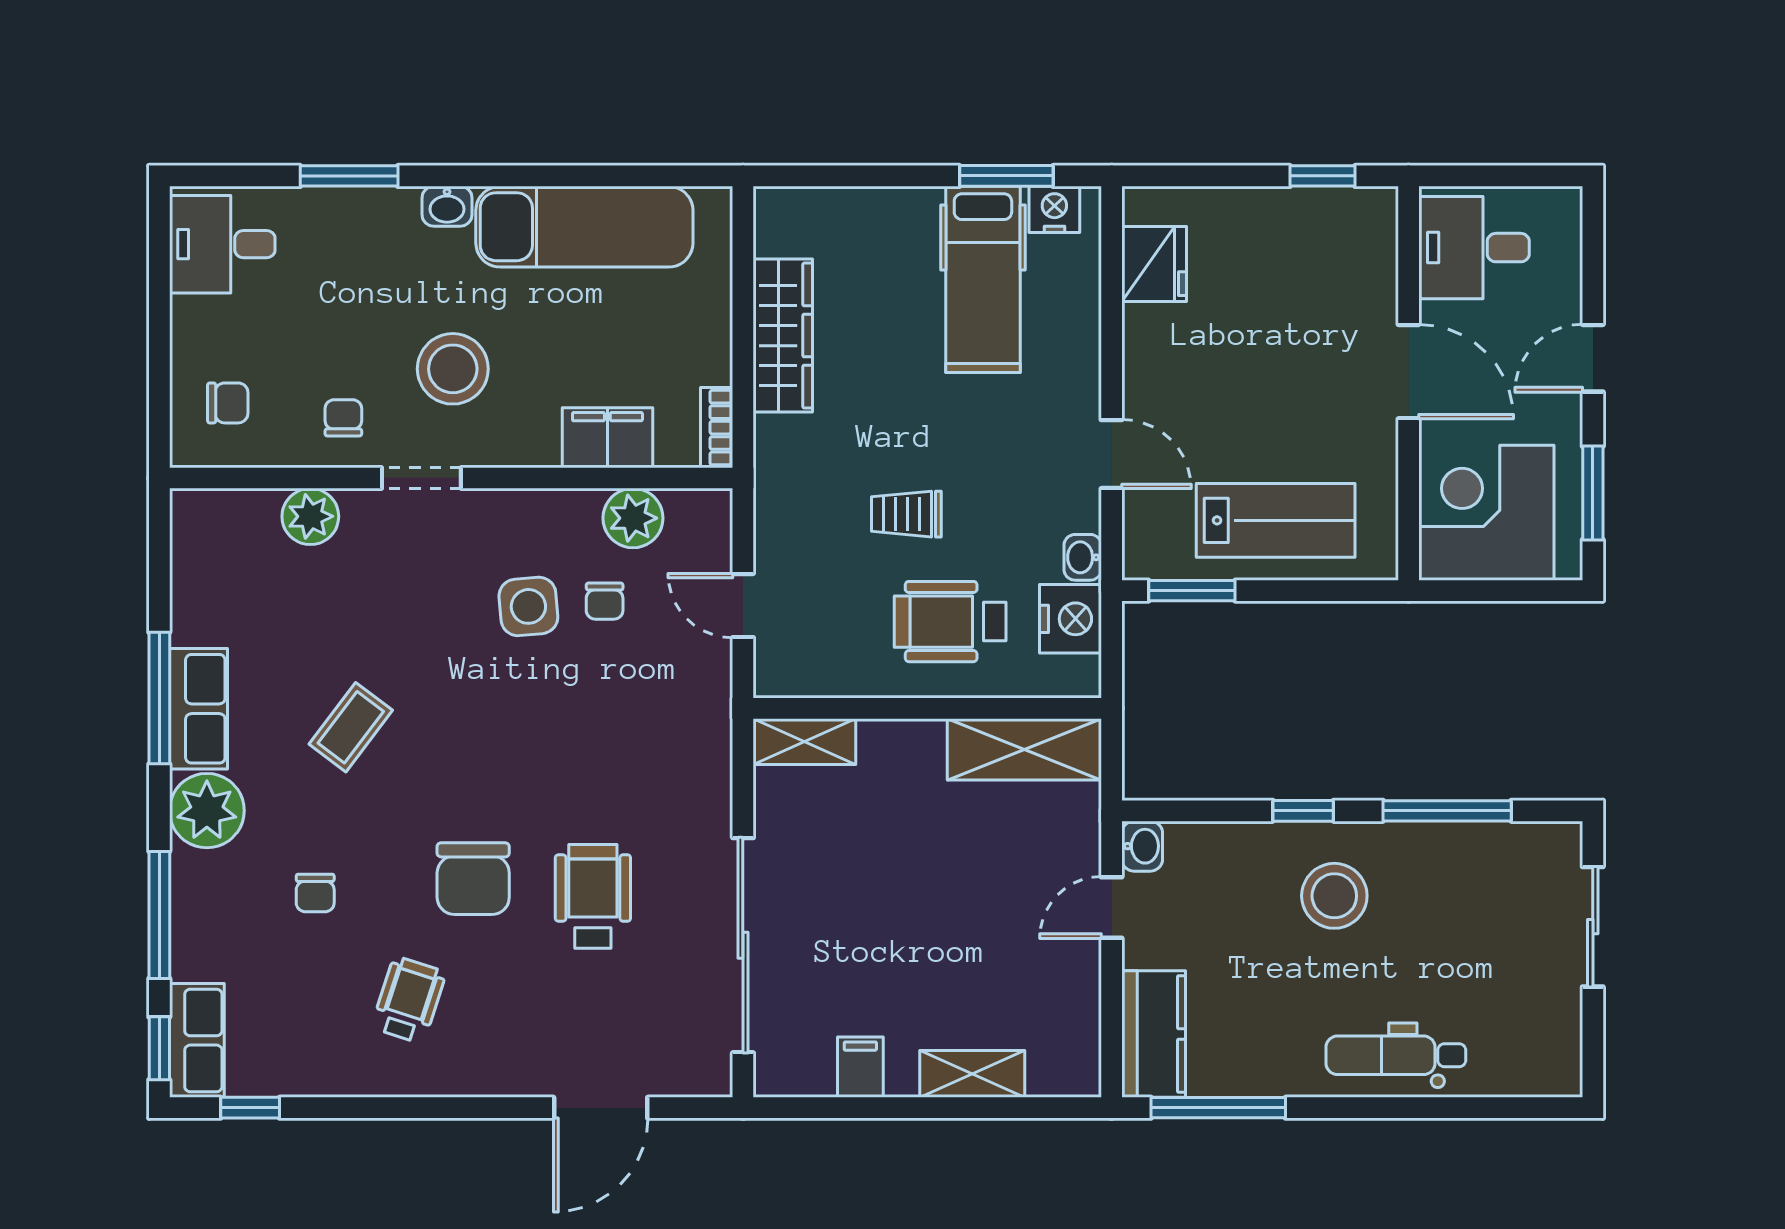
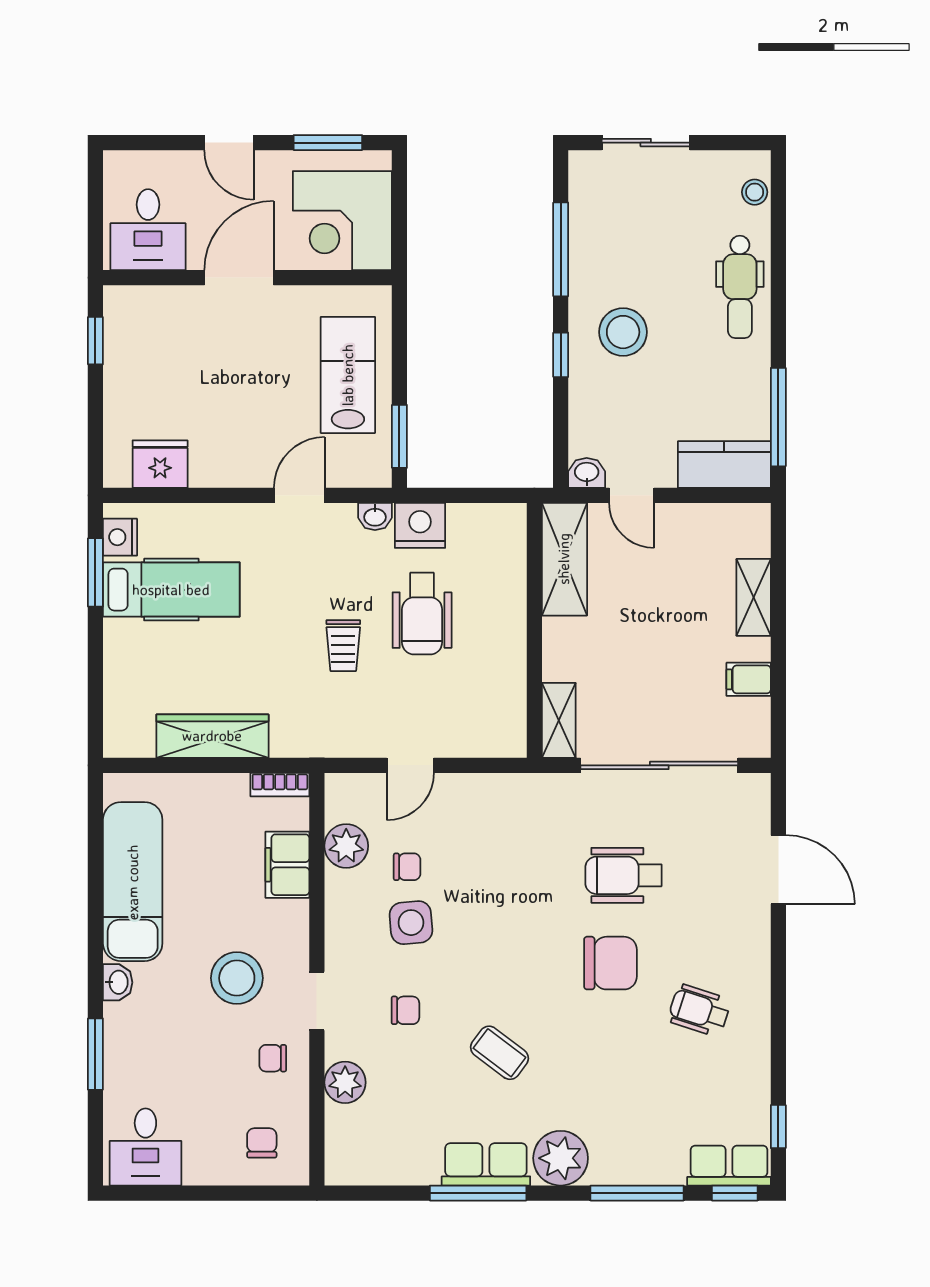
wall: (927, 708) -> (534, 630), moved
shelving: (804, 742) -> (559, 720), moved
shelving: (1024, 749) -> (564, 559), moved
chair: (315, 893) -> (405, 1010), moved
stool: (1525, 1075) -> (755, 192), added

